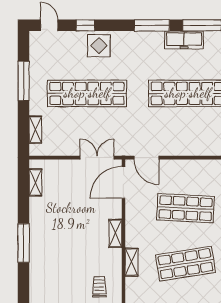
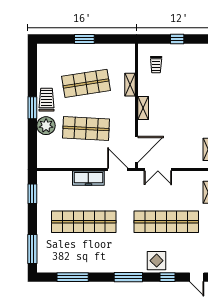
window: (152, 25) -> (128, 277), moved
freezer: (184, 40) -> (88, 178), moved, turned 180

